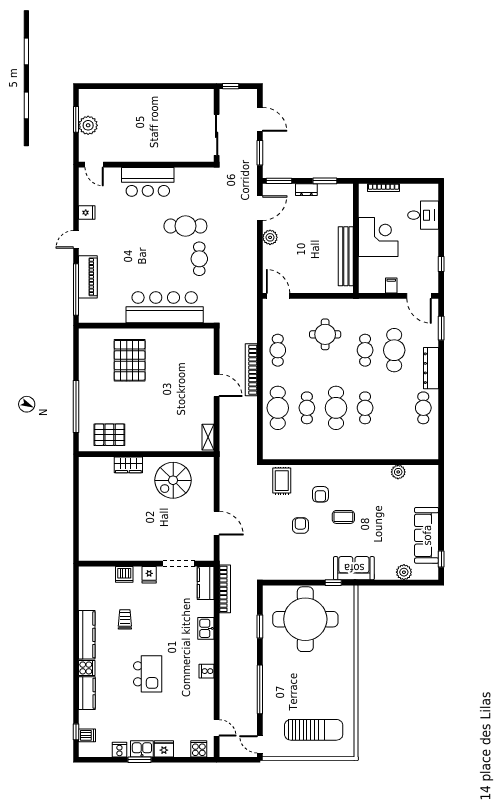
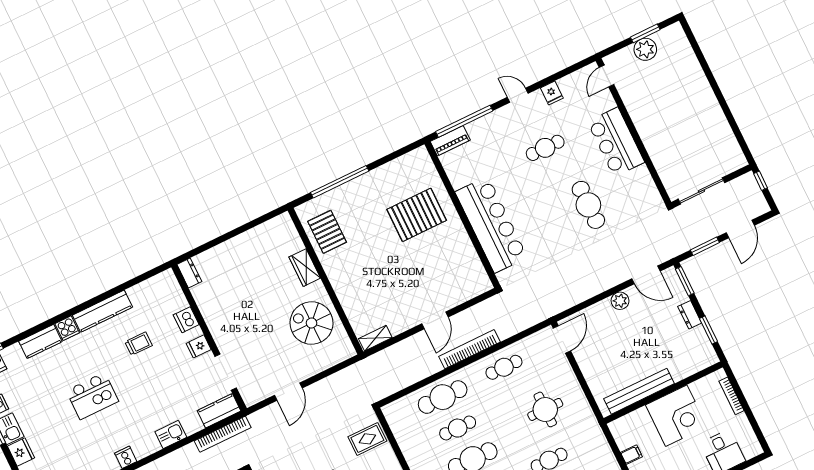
cafe table: (199, 259) -> (545, 148), moved
piano: (88, 277) -> (450, 141), moved, width x0.73, depth x0.75
dresser: (90, 555) -> (189, 273), added

